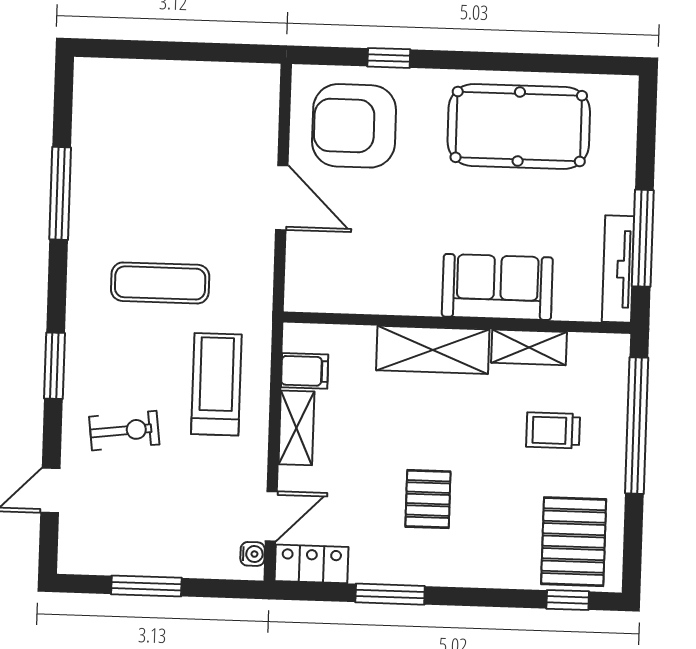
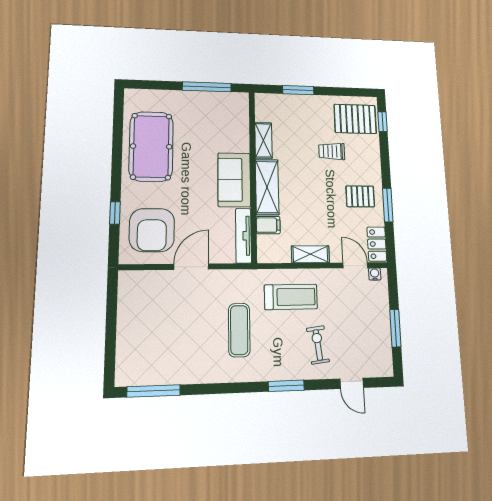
window: (60, 193) -> (154, 391), moved
tv unit: (618, 269) -> (243, 236), moved, turned 90
sofa: (497, 287) -> (234, 180), moved
filing cabinet: (305, 371) -> (268, 225), moved, turned 90
treadmill: (216, 384) -> (291, 297), turned 180
window: (637, 426) -> (298, 90), width x0.47
trolley: (553, 430) -> (332, 151), moved, turned 90
pallet: (428, 499) -> (360, 196), moved

